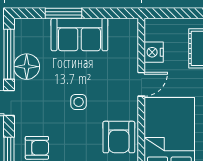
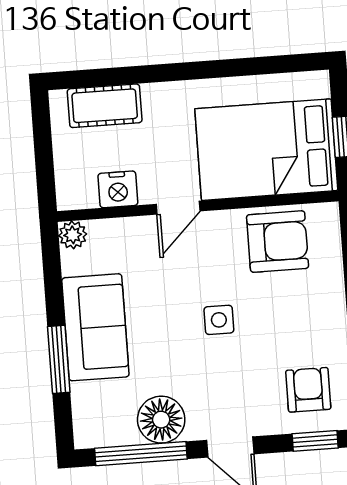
plant: (131, 26) -> (73, 235), added
door: (141, 84) -> (178, 208), swing flipped

